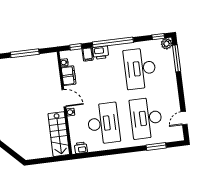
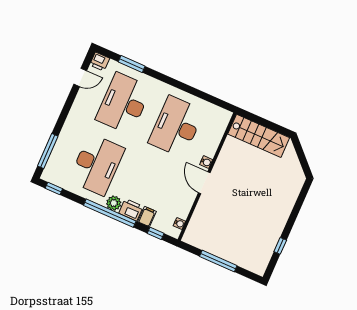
plant: (167, 44) -> (114, 203), moved
filing cabinet: (69, 76) -> (183, 205), removed
desk: (146, 118) -> (124, 103), turned 180
stairs: (59, 134) -> (259, 136), moved, turned 90
printer: (81, 148) -> (100, 62), moved

